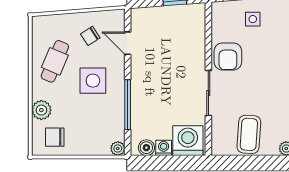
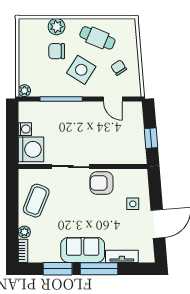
door: (128, 43) -> (113, 99), swing flipped
side table: (93, 81) -> (81, 70), turned 32
coffee table: (249, 134) -> (36, 201), turned -72
chair: (55, 137) -> (57, 51), moved, turned -90
boiler: (146, 148) -> (25, 115), removed

